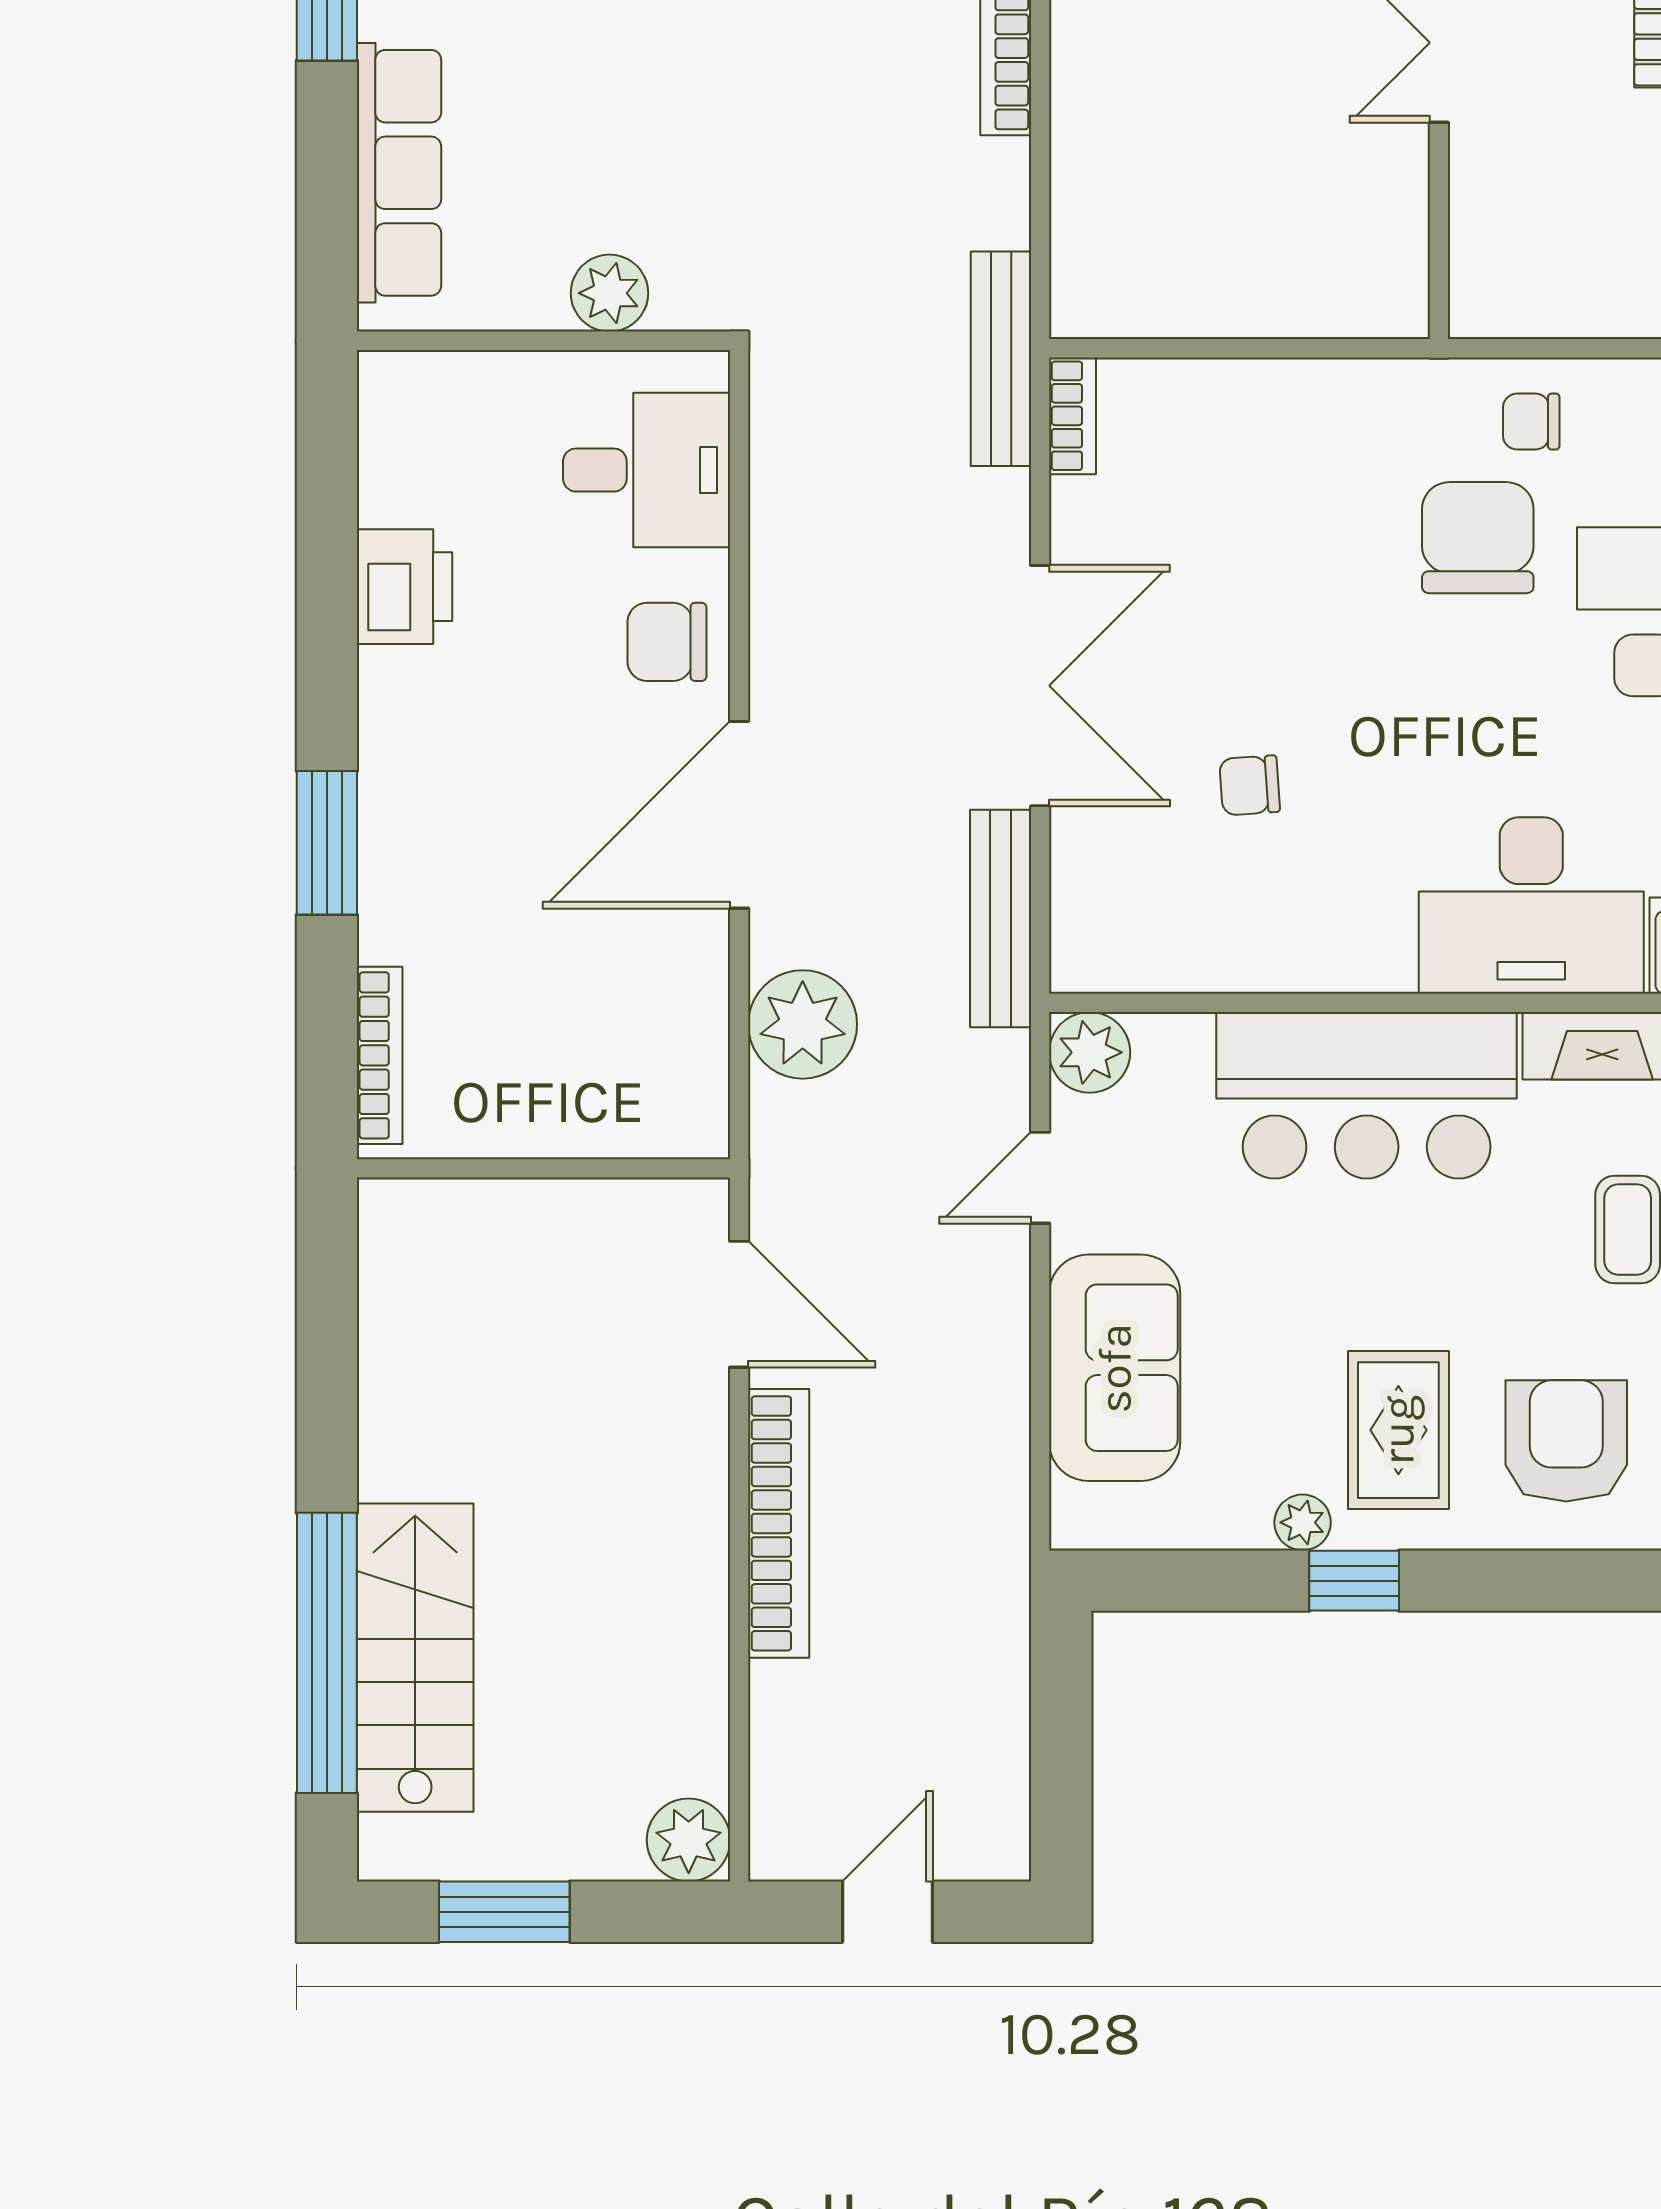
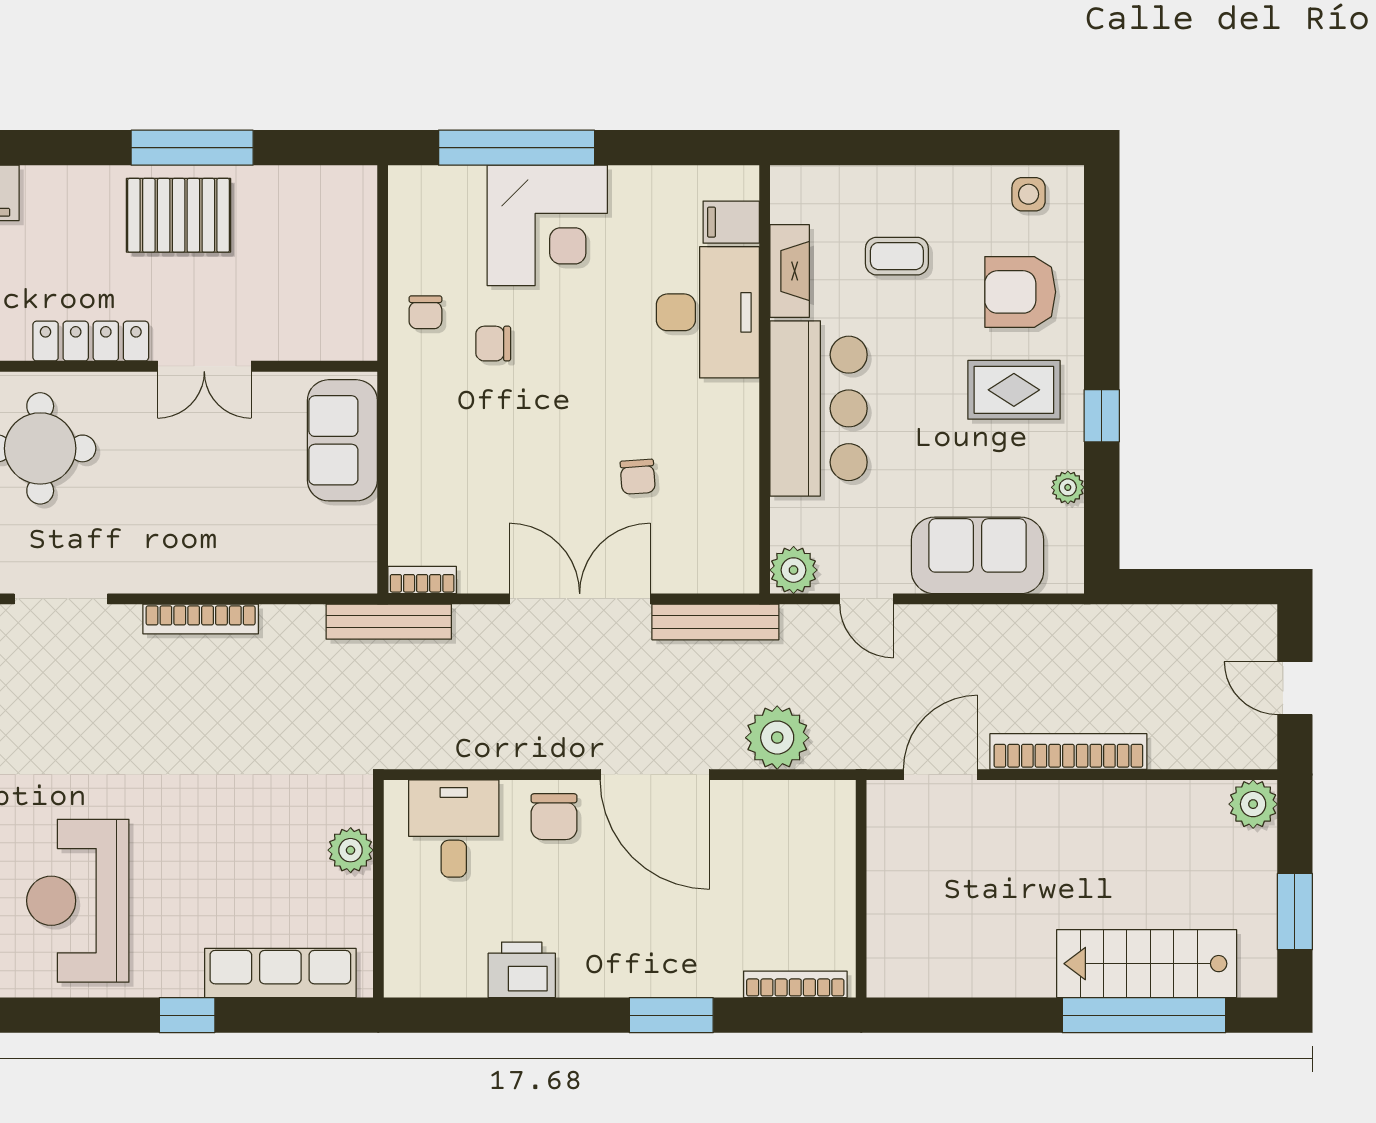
sofa: (1312, 279) -> (342, 440), added
chair: (1478, 538) -> (493, 344), width x0.54, depth x0.54
plant: (1303, 1522) -> (1068, 487), moved

